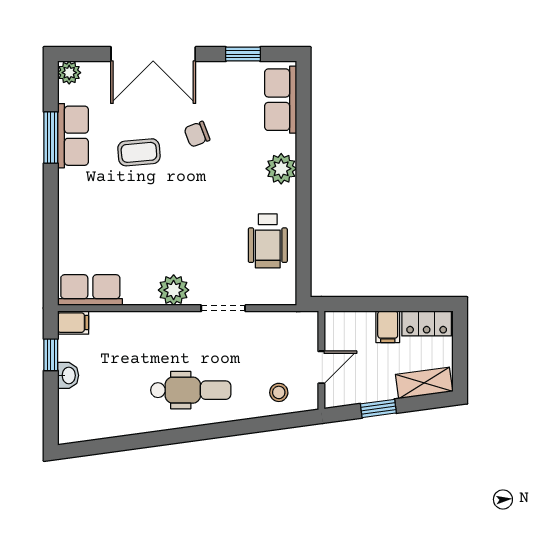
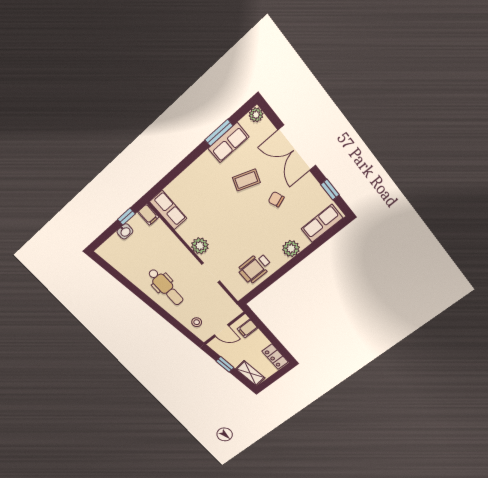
coffee table: (139, 152) -> (246, 180), turned -65
filing cabinet: (388, 327) -> (247, 328), moved

